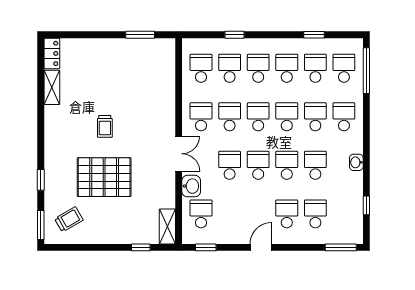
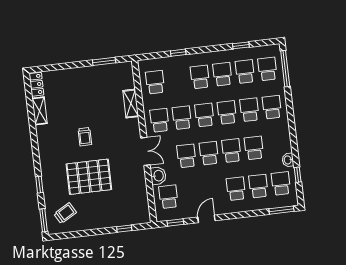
school desk: (230, 68) -> (281, 183), moved
washbasin: (356, 162) -> (288, 160), moved
shelving: (167, 226) -> (131, 104), moved
door: (261, 247) -> (206, 219), moved

